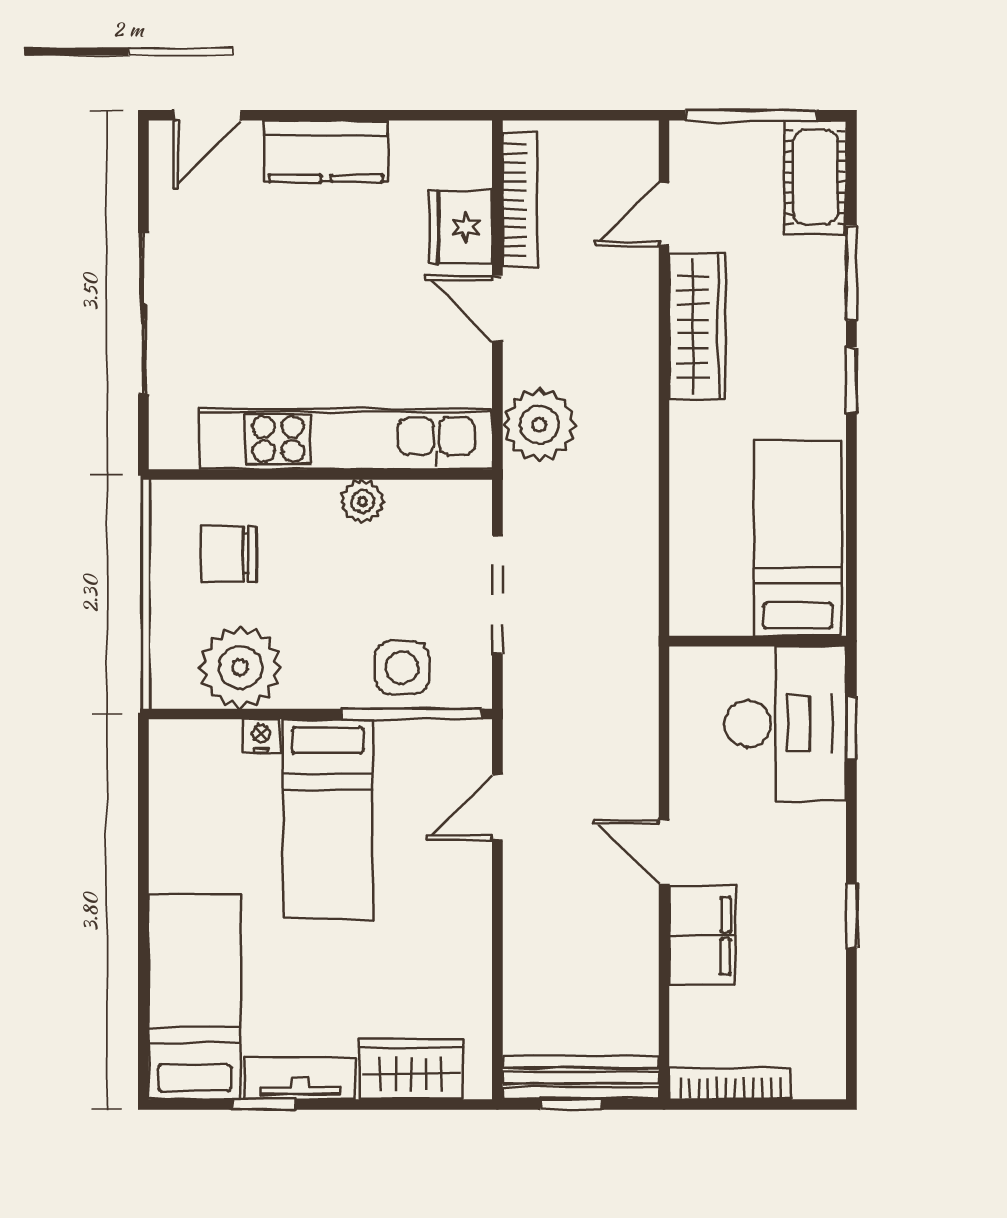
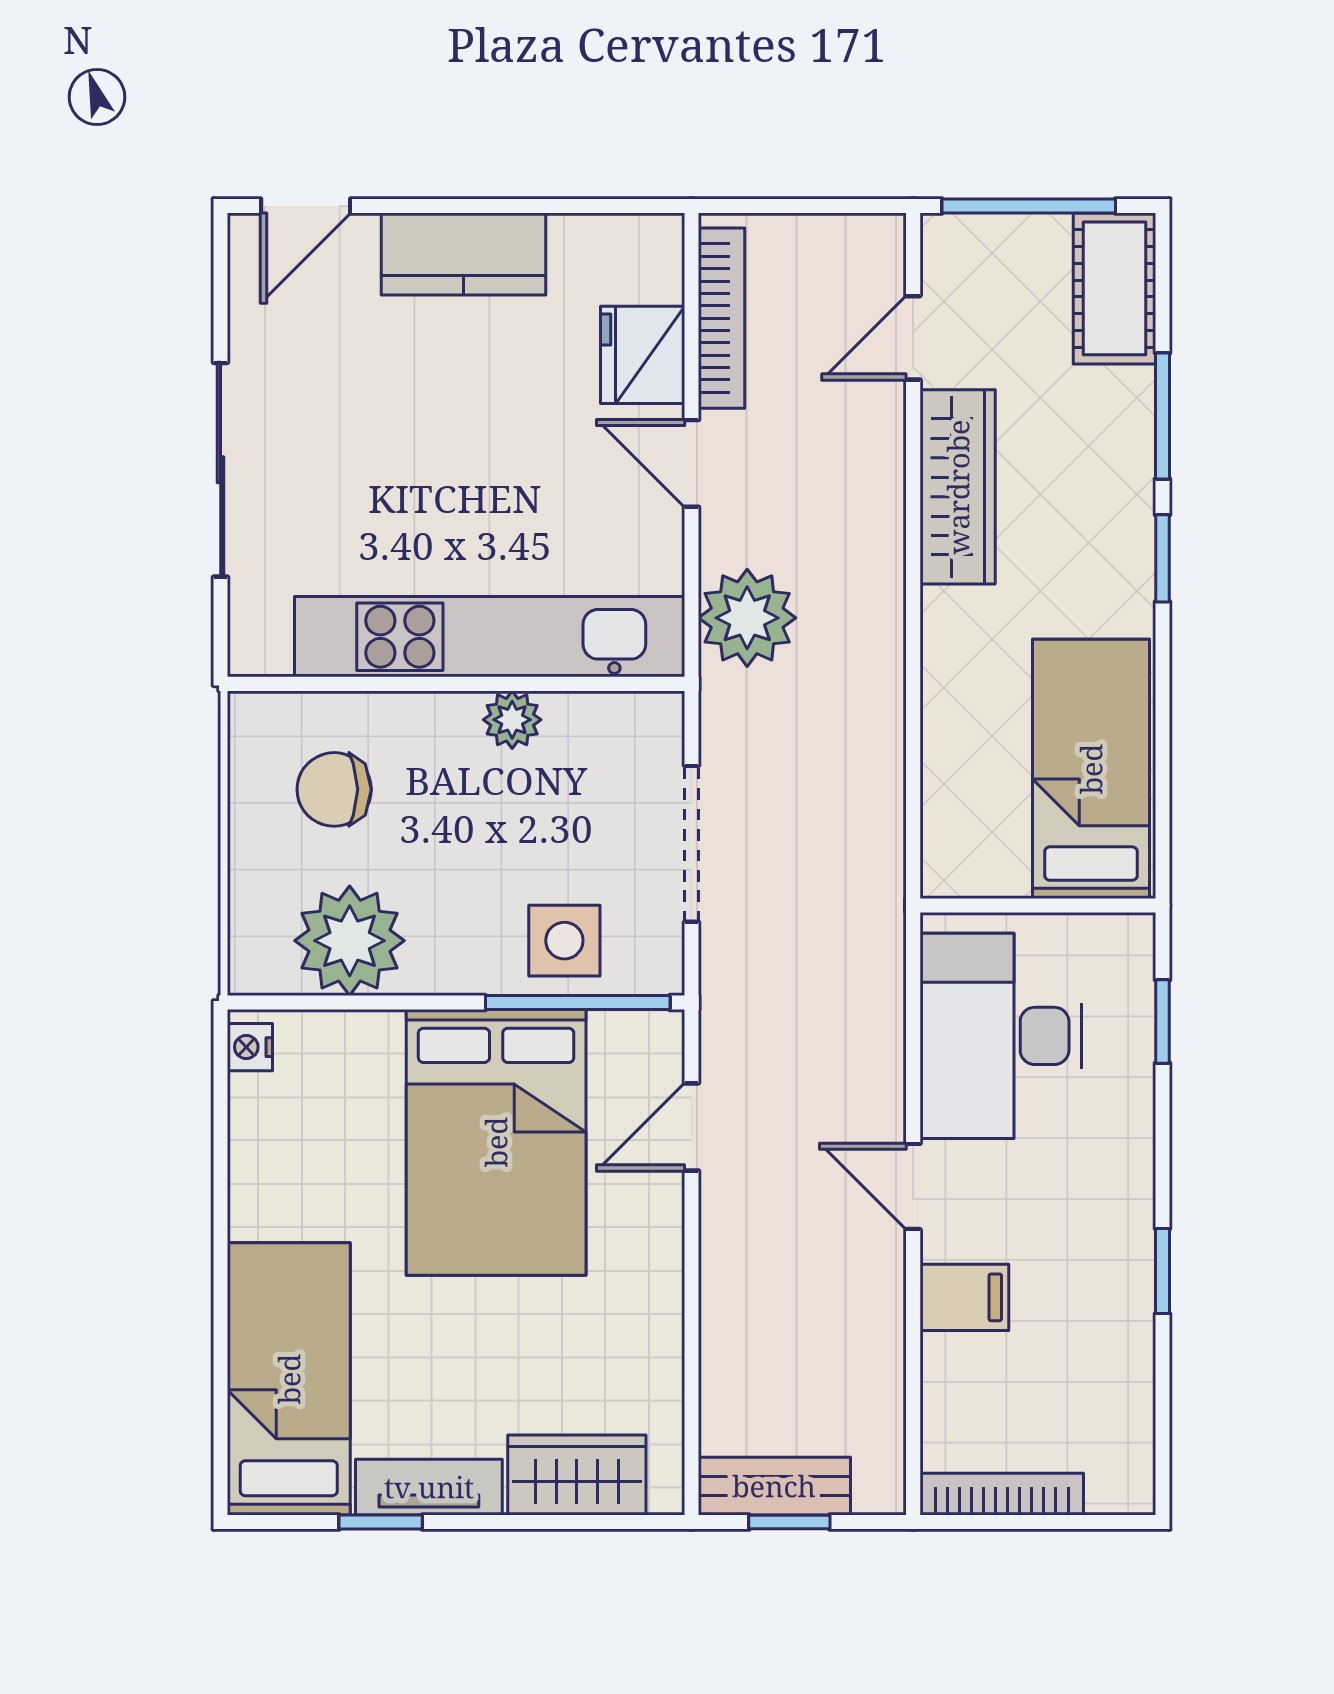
desk: (785, 724) -> (1001, 1036), moved, turned 180
nightstand: (261, 736) -> (250, 1047), moved, turned -90
bed: (328, 819) -> (496, 1142), width x1.50
filing cabinet: (702, 936) -> (964, 1297), width x0.50
bench: (580, 1077) -> (774, 1486), width x0.73

